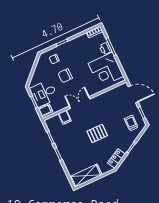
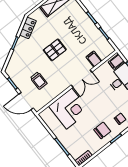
printer: (106, 48) -> (67, 143), removed
corner desk: (106, 70) -> (69, 109), moved, turned 90
chair: (65, 76) -> (102, 130), moved
trolley: (131, 123) -> (39, 81), moved

